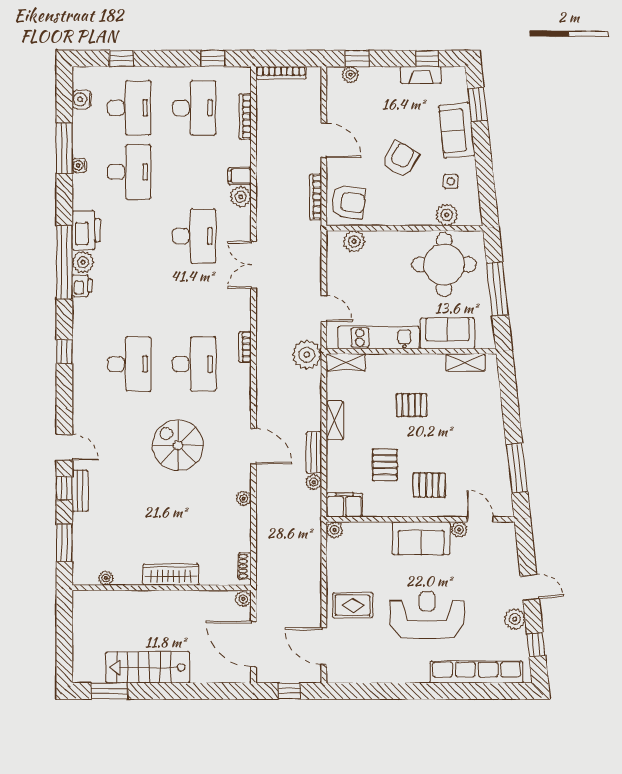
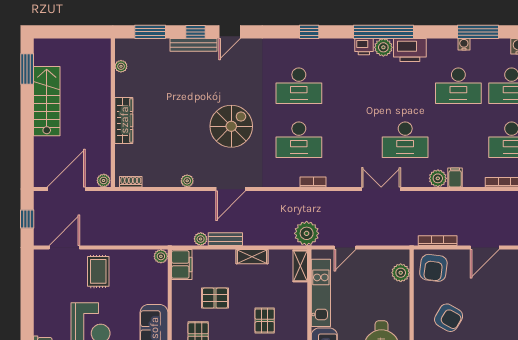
armchair: (400, 159) -> (449, 318), moved
bench: (80, 491) -> (194, 45), width x1.36

